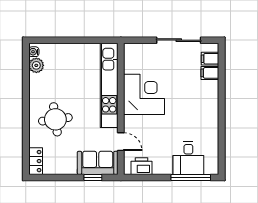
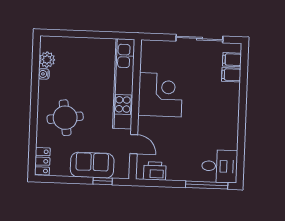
water cooler: (34, 52) -> (44, 74), moved
desk: (188, 158) -> (220, 166), moved, turned -90
sofa: (98, 163) -> (92, 165), moved

